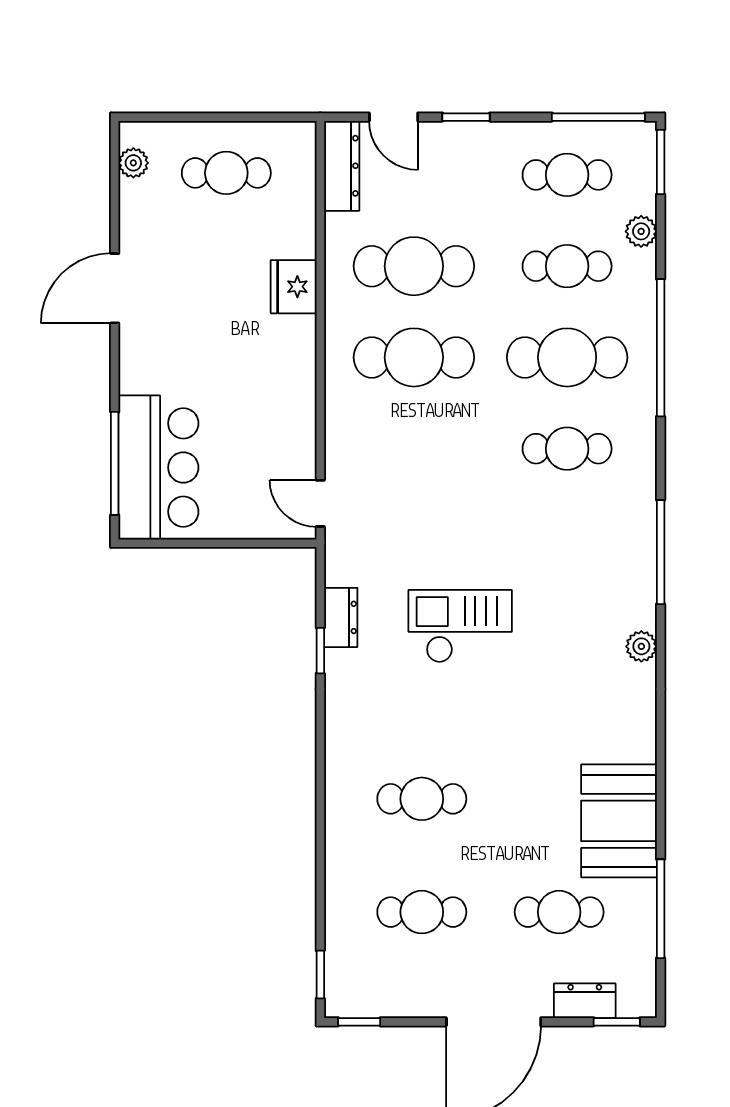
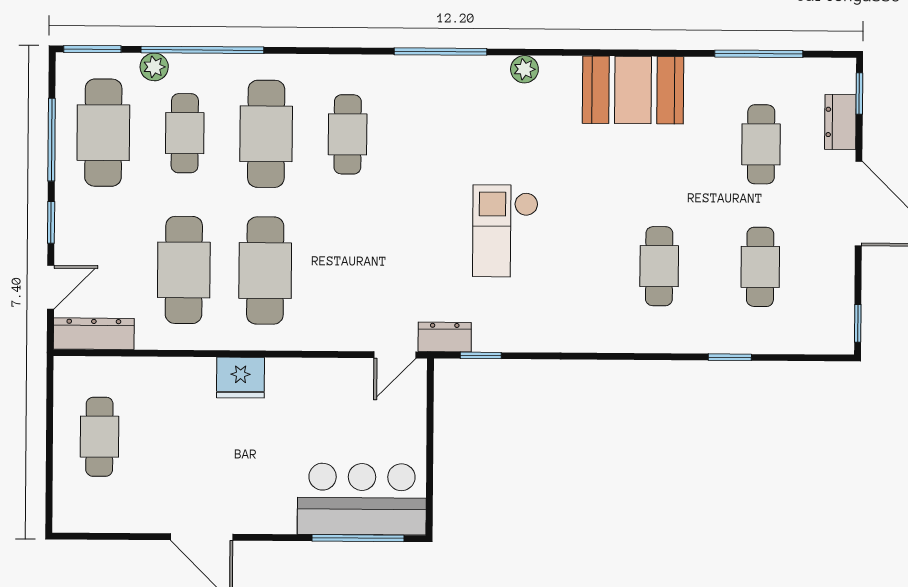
window: (598, 117) -> (52, 140), moved
plant: (133, 163) -> (90, 520), removed
cafe table: (567, 175) -> (103, 133), width x1.37, depth x1.35
fridge: (294, 287) -> (241, 378), moved
window: (661, 348) -> (202, 50), moved
dresser: (341, 617) -> (445, 337), moved
window: (320, 651) -> (481, 355), moved
booth: (619, 821) -> (633, 90), moved
window: (320, 974) -> (730, 357), moved

